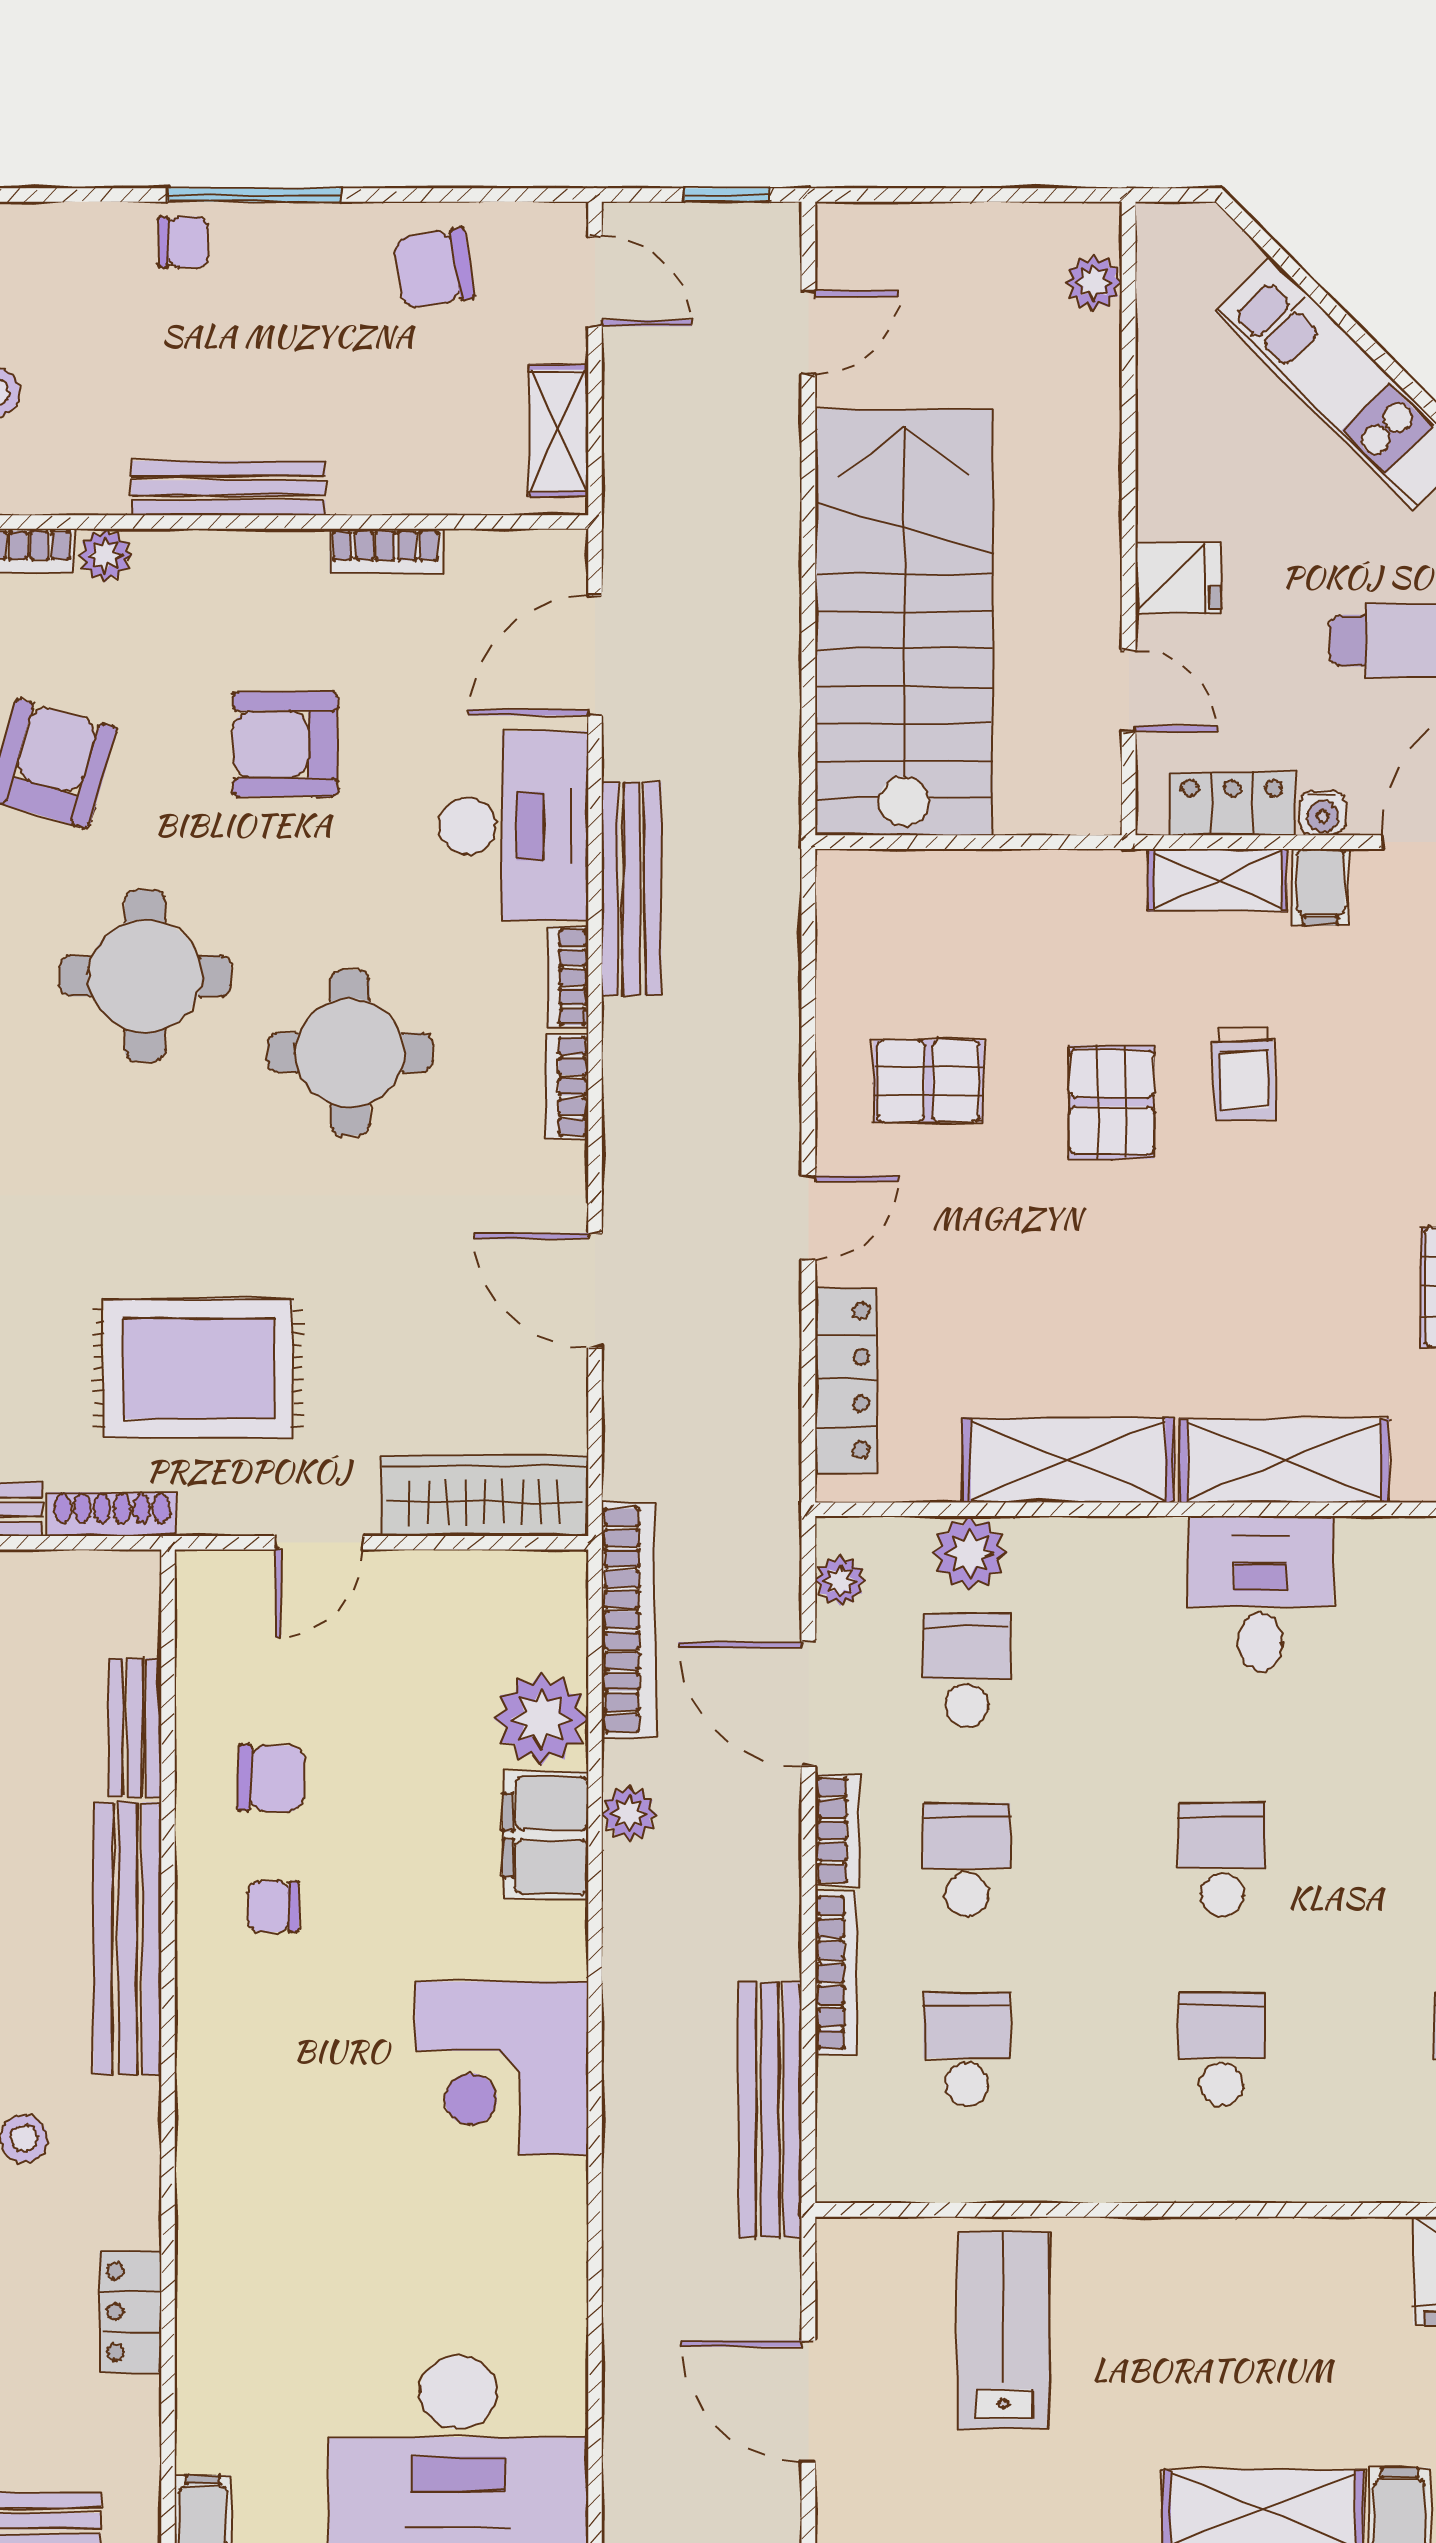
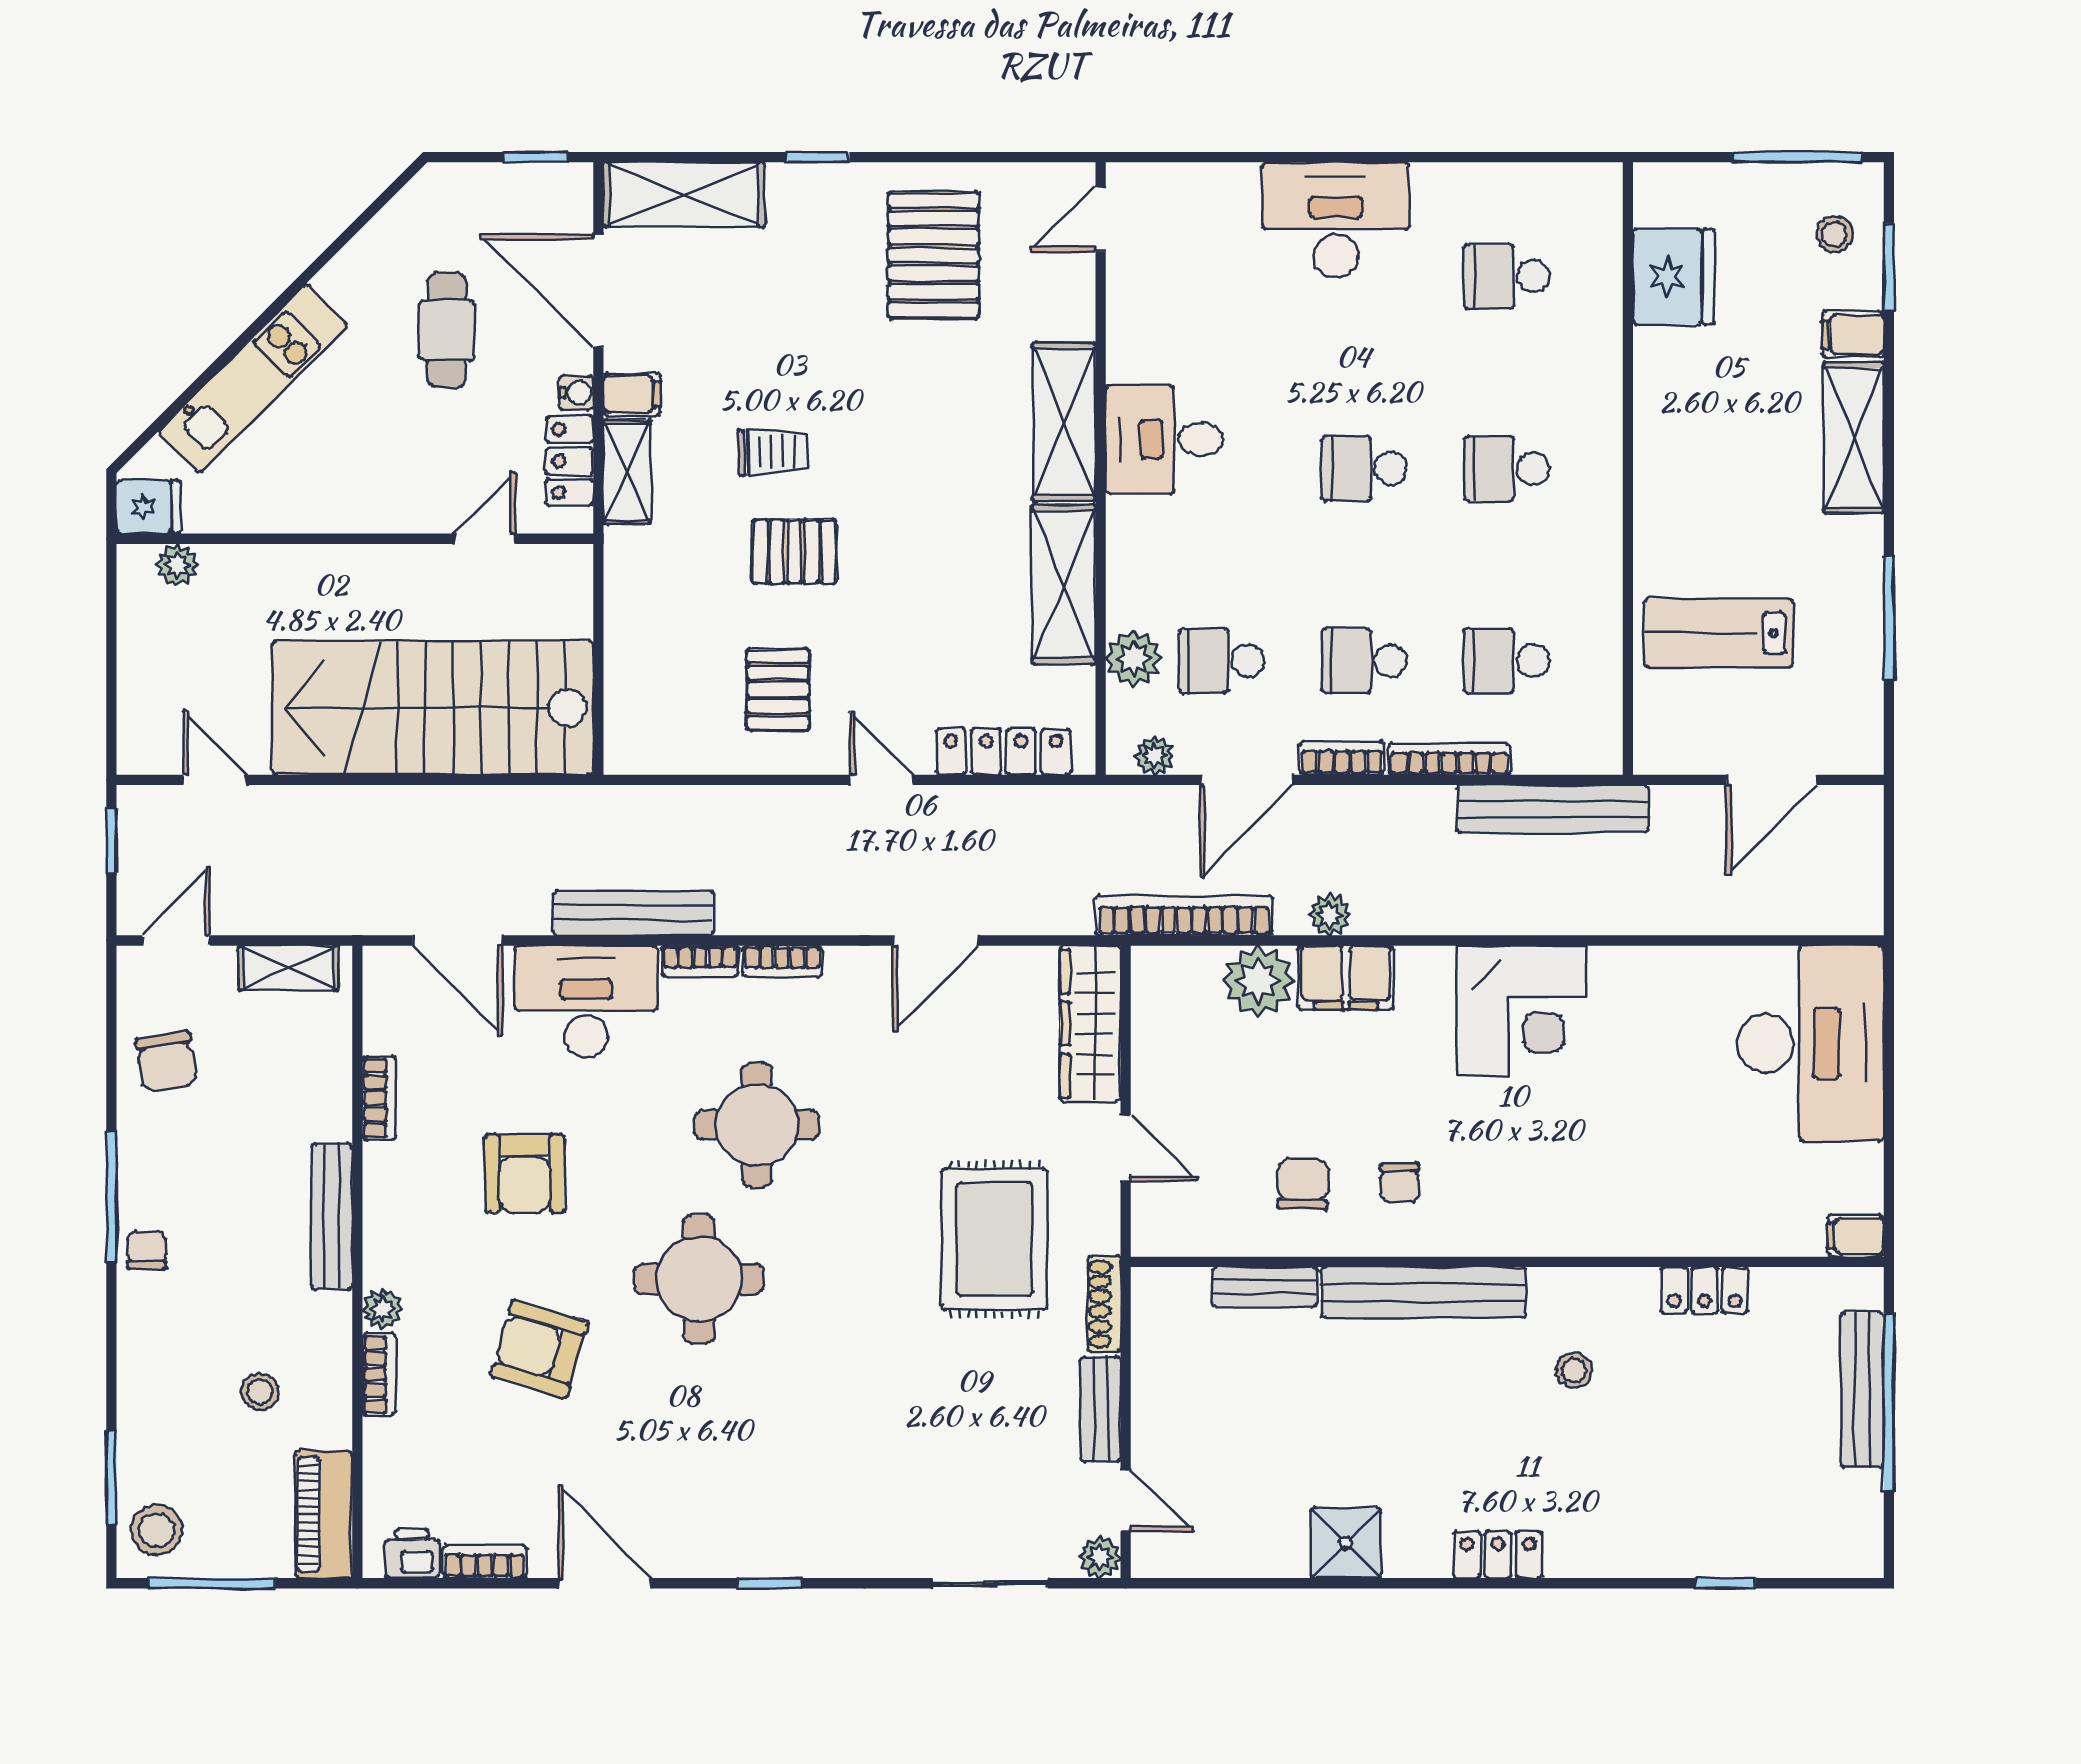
fridge: (1178, 578) -> (148, 507), moved, turned 90

